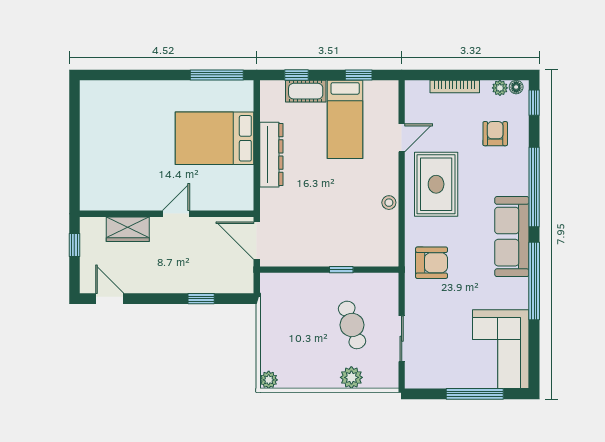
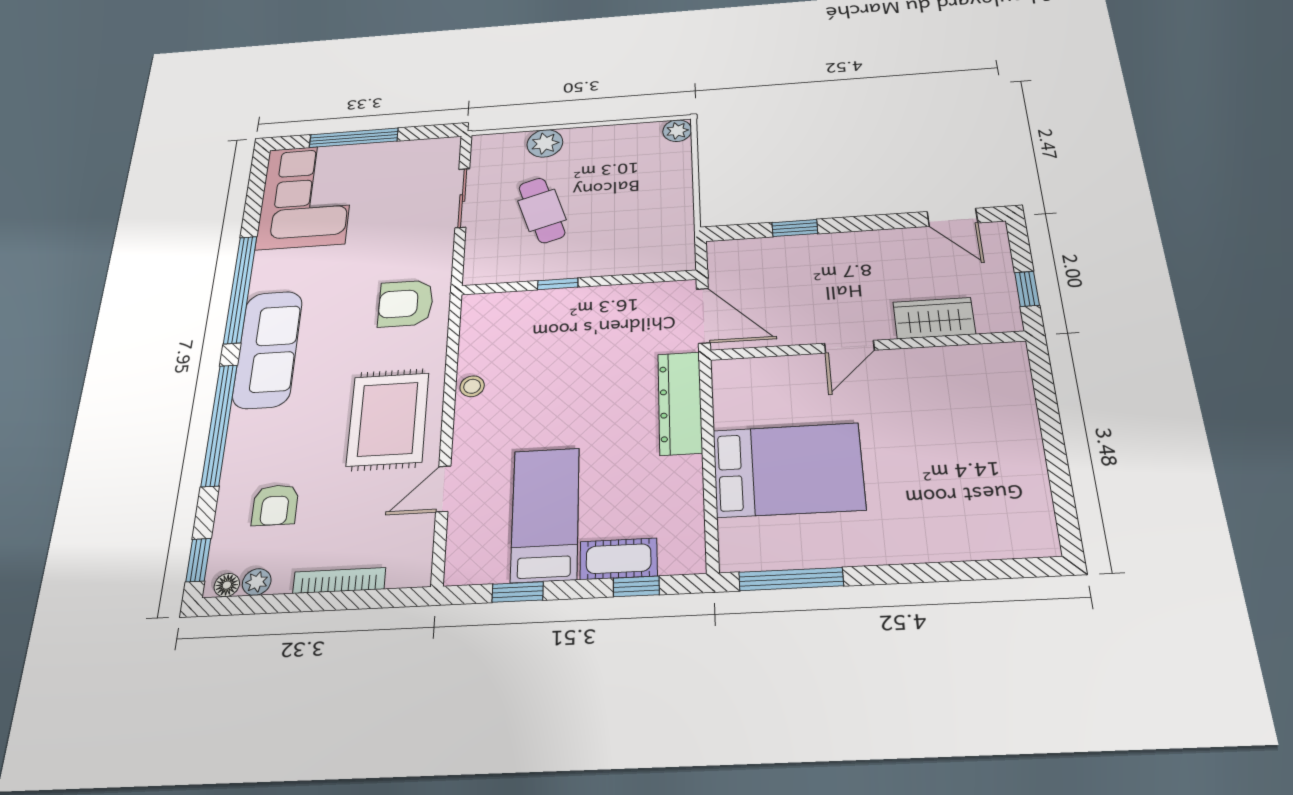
dresser: (271, 155) -> (680, 403), moved

